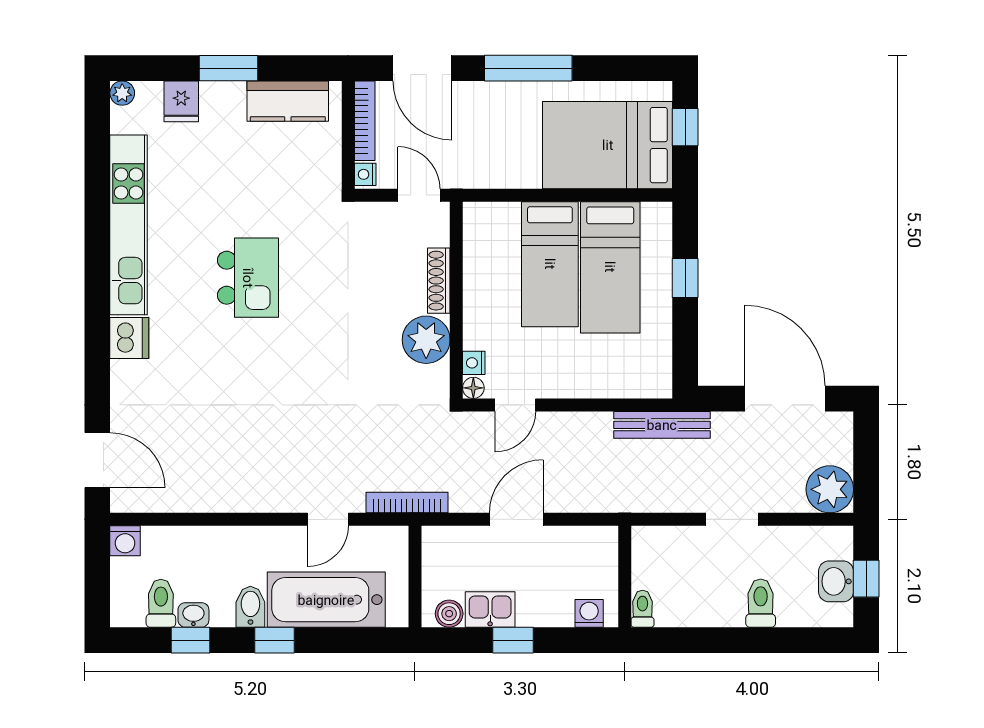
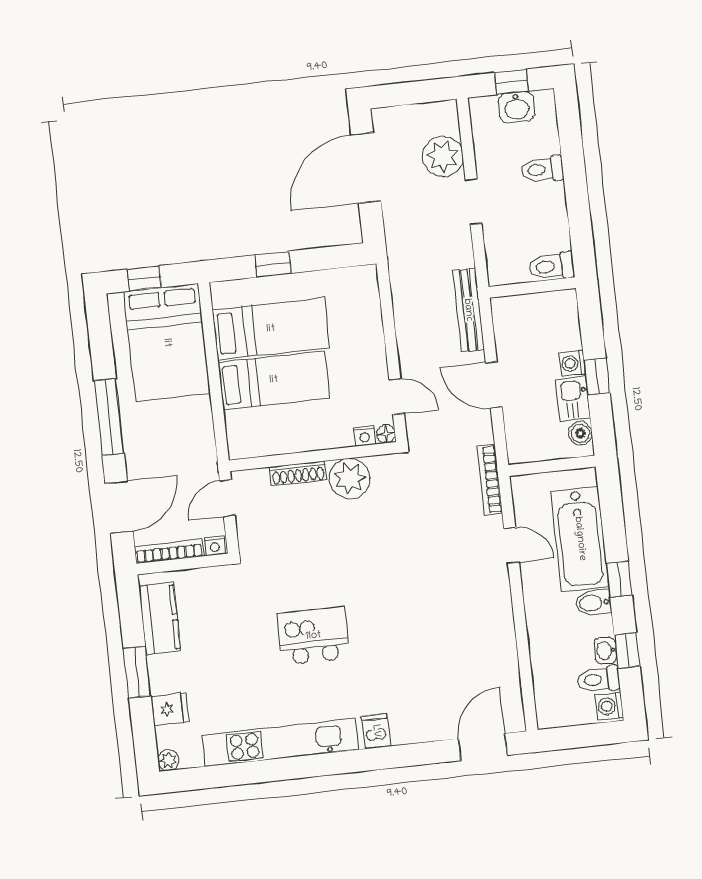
dishwasher: (129, 338) -> (376, 731), width x0.73
bench: (662, 425) -> (468, 310), moved
plant: (830, 489) -> (443, 156), moved
washing machine: (125, 541) -> (609, 706), moved, turned 180
toilet: (642, 609) -> (552, 266), width x1.37, depth x1.39
washing machine: (589, 613) -> (572, 363), moved

